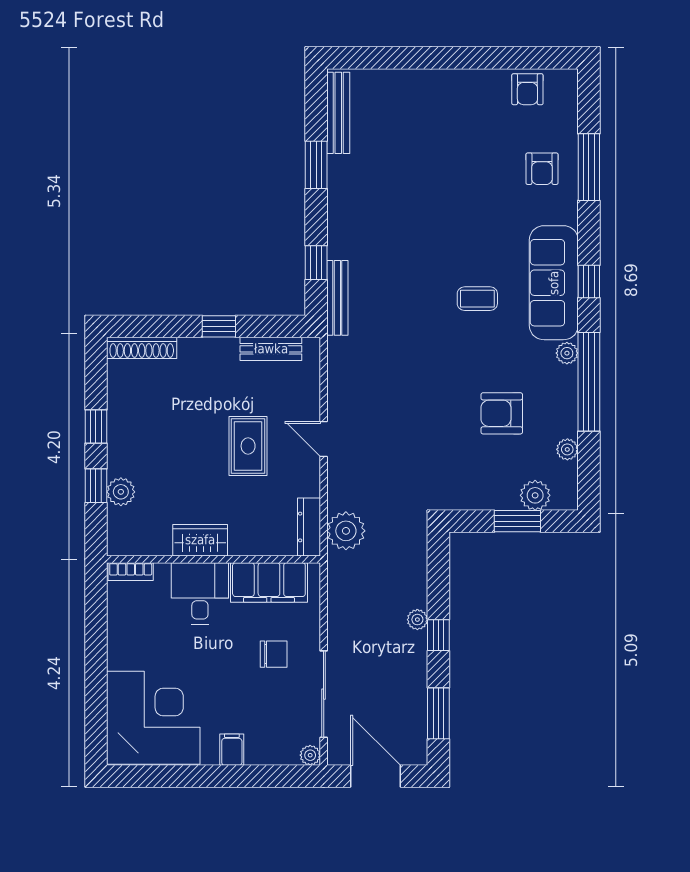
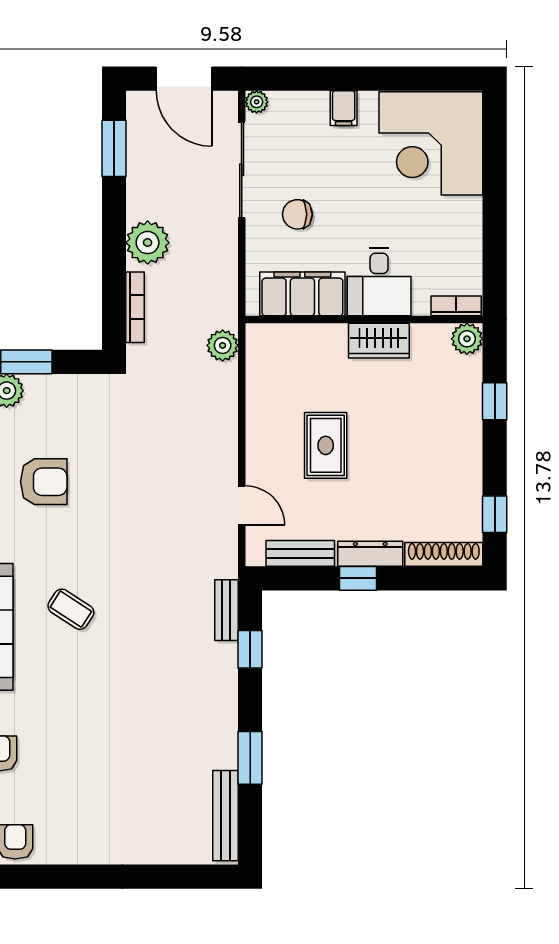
bench: (337, 298) -> (226, 610), width x0.73
coffee table: (477, 299) -> (71, 609), turned 33
window: (96, 426) -> (495, 514), moved
door: (324, 439) -> (242, 505), moved
plant: (121, 492) -> (467, 339), moved
dresser: (309, 527) -> (370, 554), moved, turned -90
plant: (346, 531) -> (223, 345), width x0.73, depth x0.73
bookcase: (420, 570) -> (135, 307), added
plant: (417, 620) -> (148, 243), width x1.88, depth x1.88
window: (438, 635) -> (114, 235), removed

